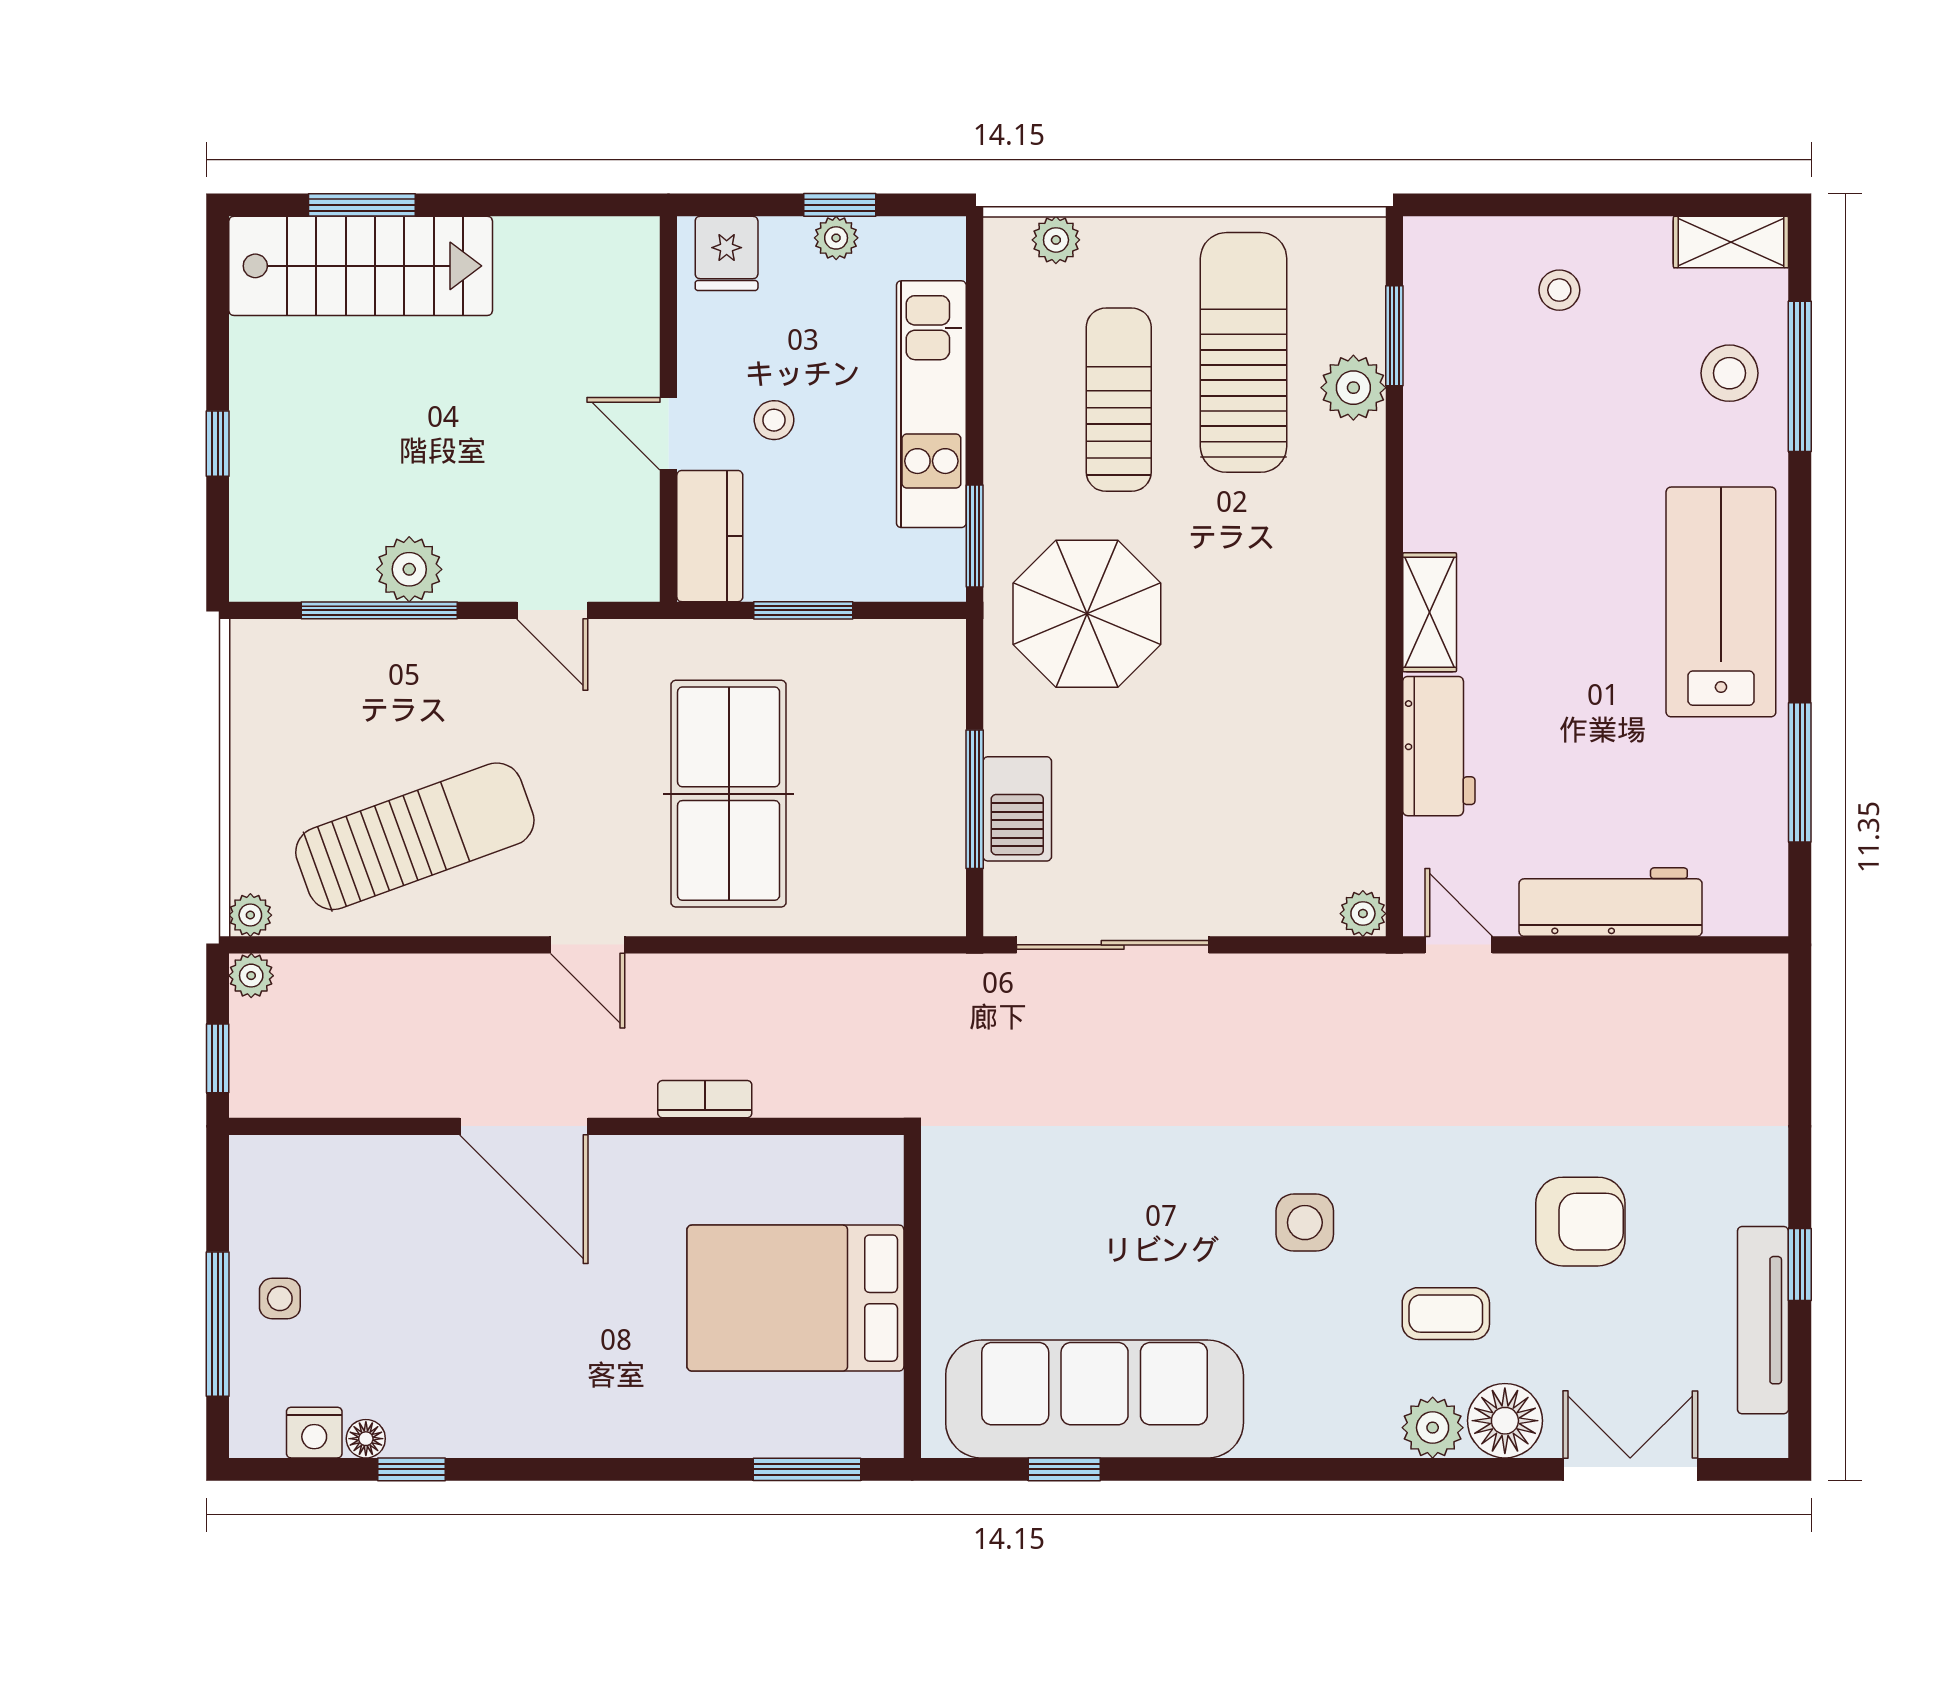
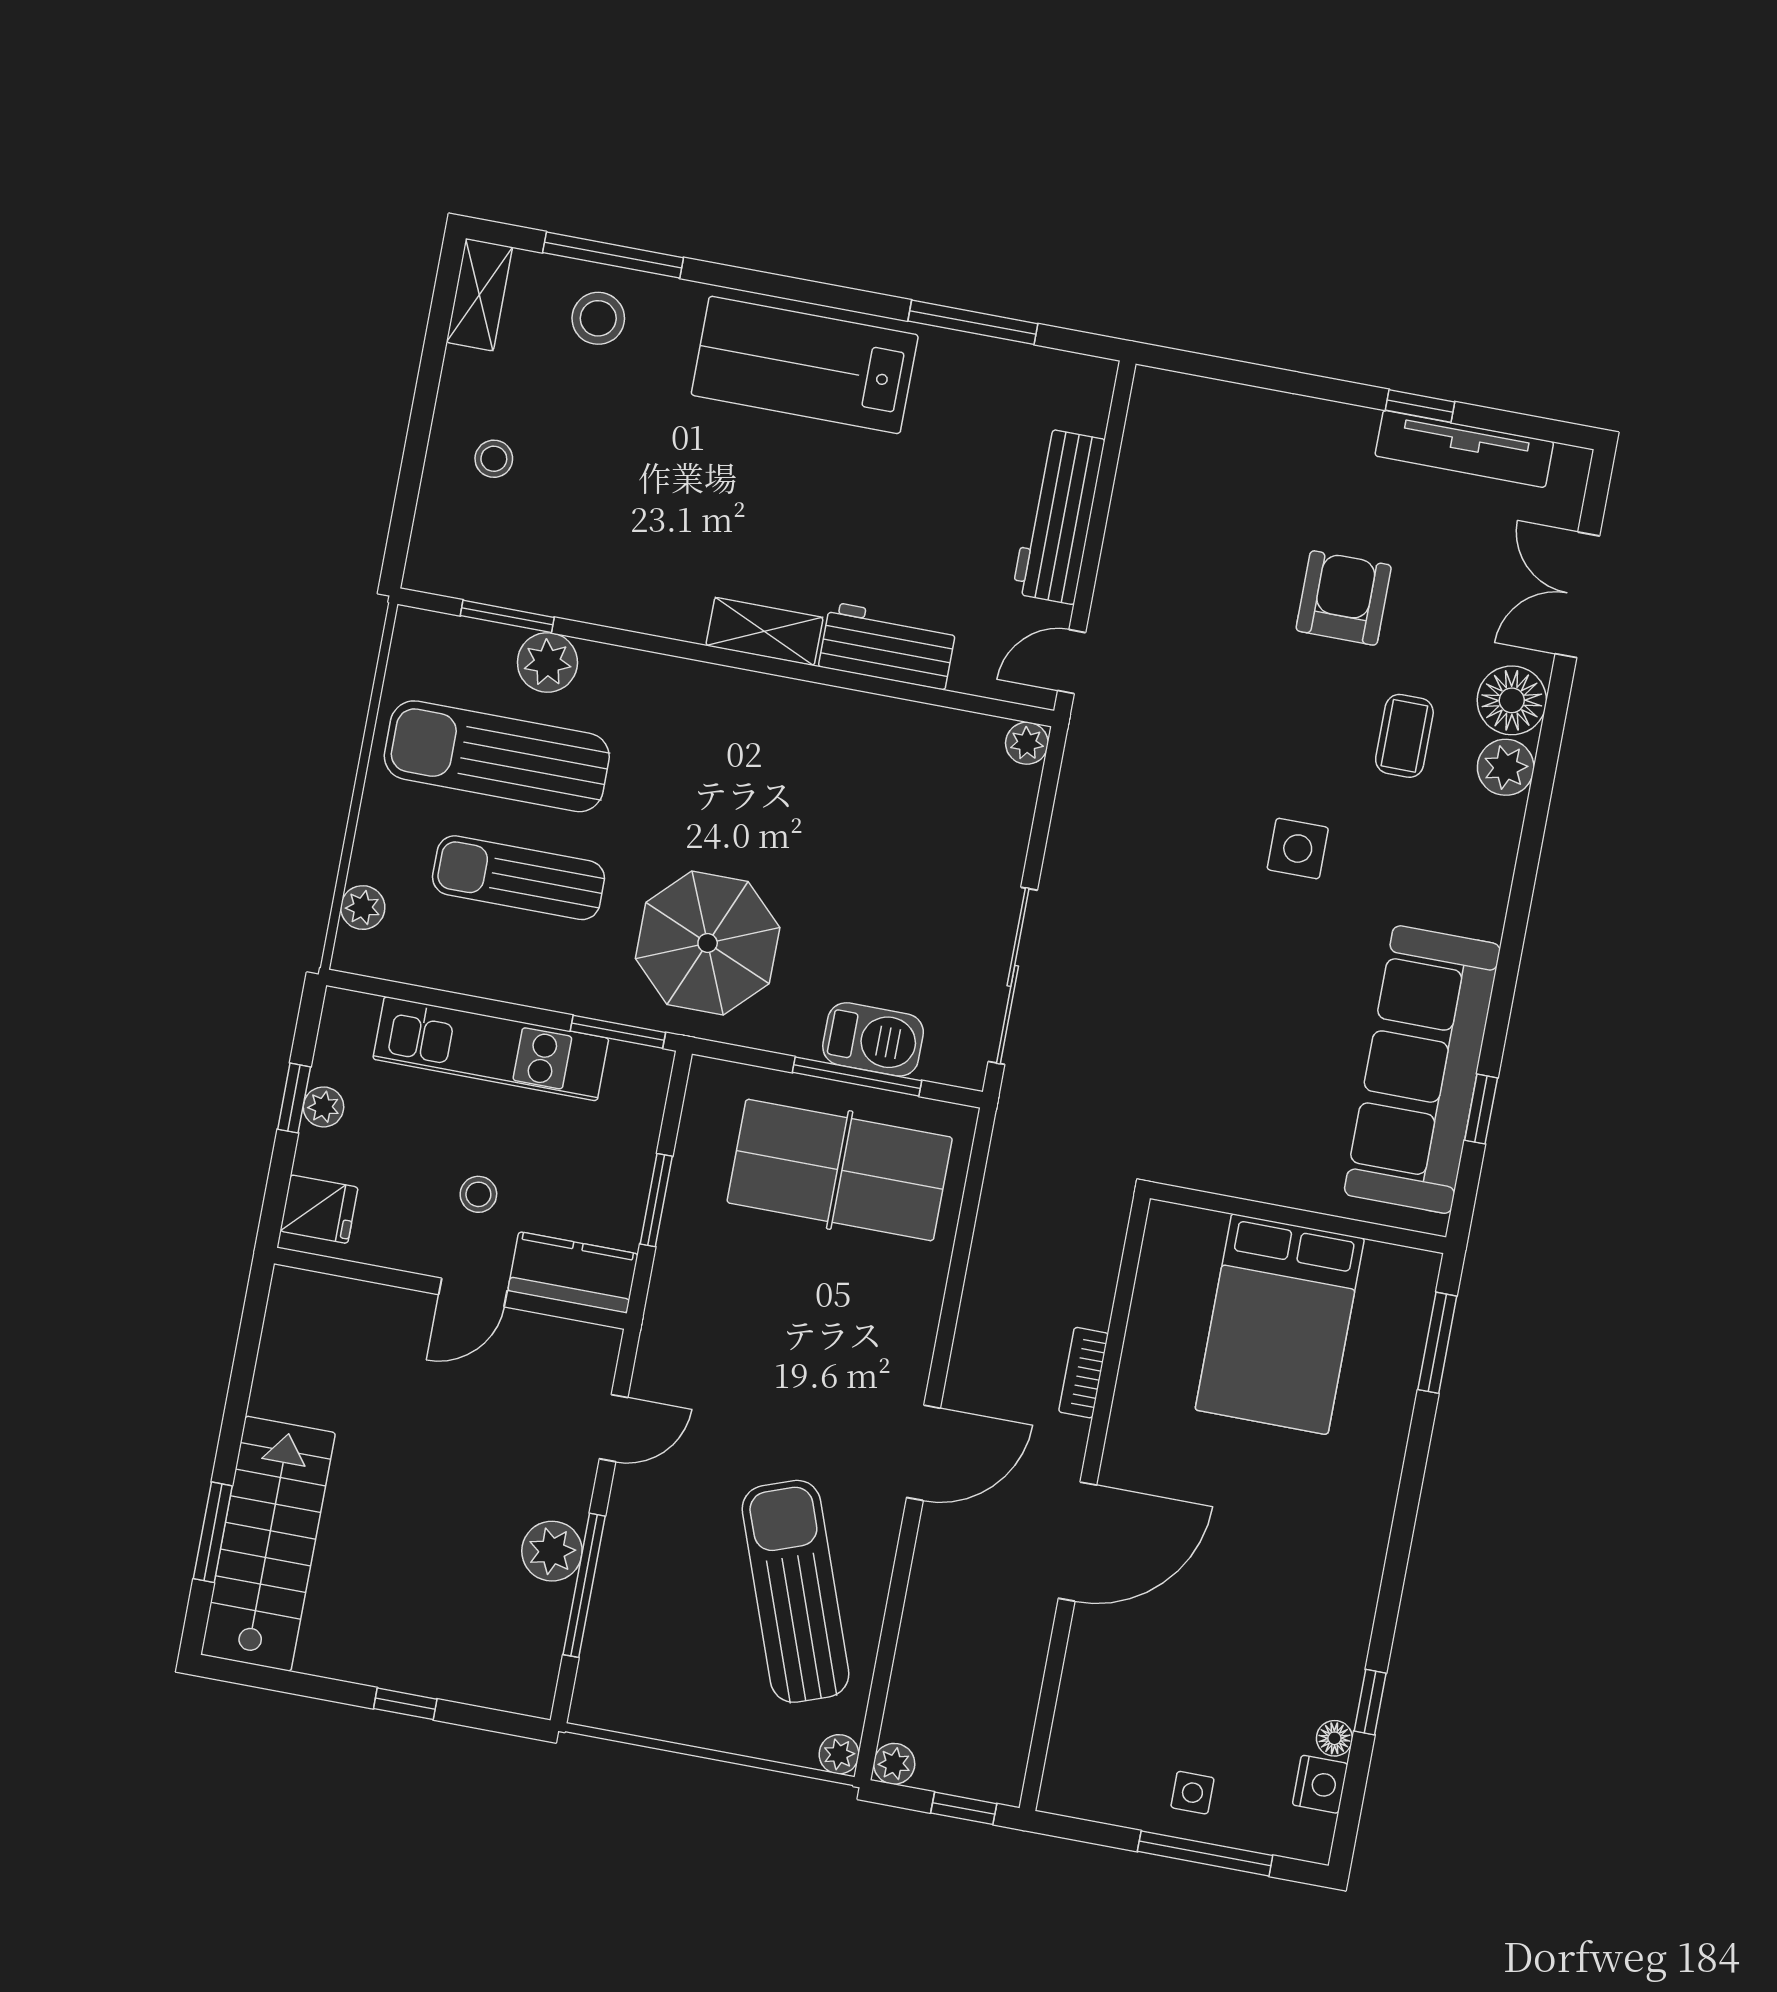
table tennis table: (729, 794) -> (840, 1170), moved
door: (588, 945) -> (924, 1453), width x1.37

